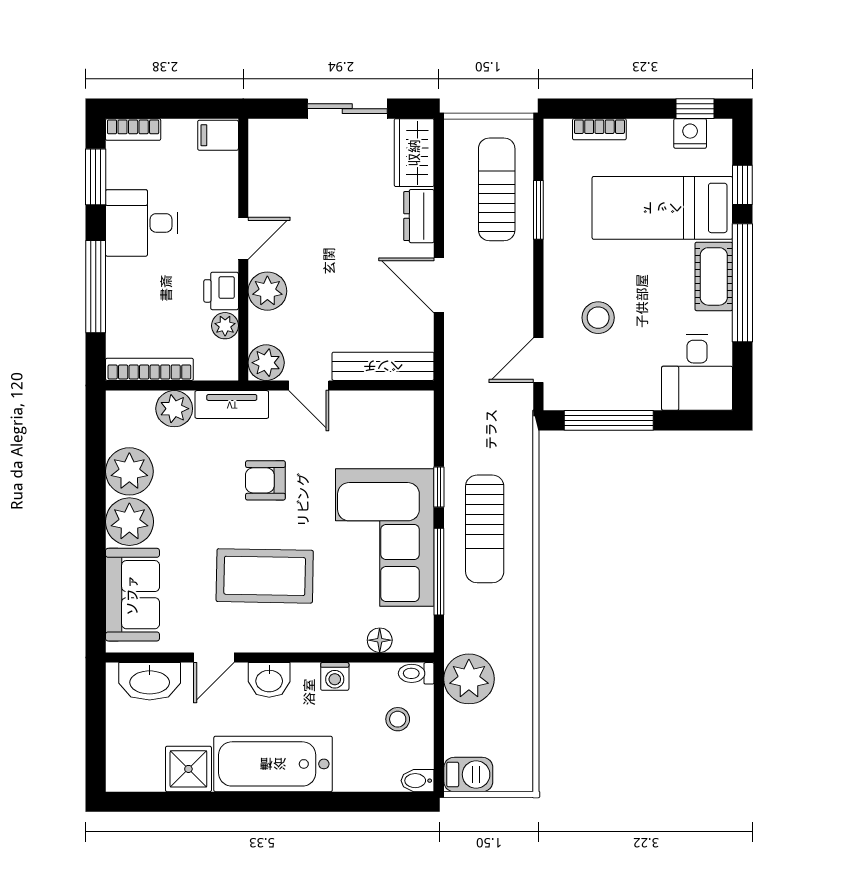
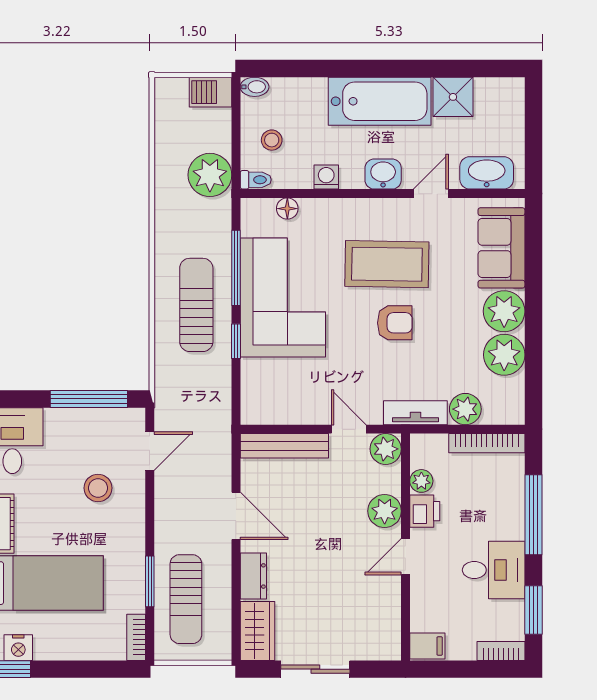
bookcase: (599, 129) -> (136, 637), moved, turned -90
armchair: (265, 480) -> (395, 323), moved

